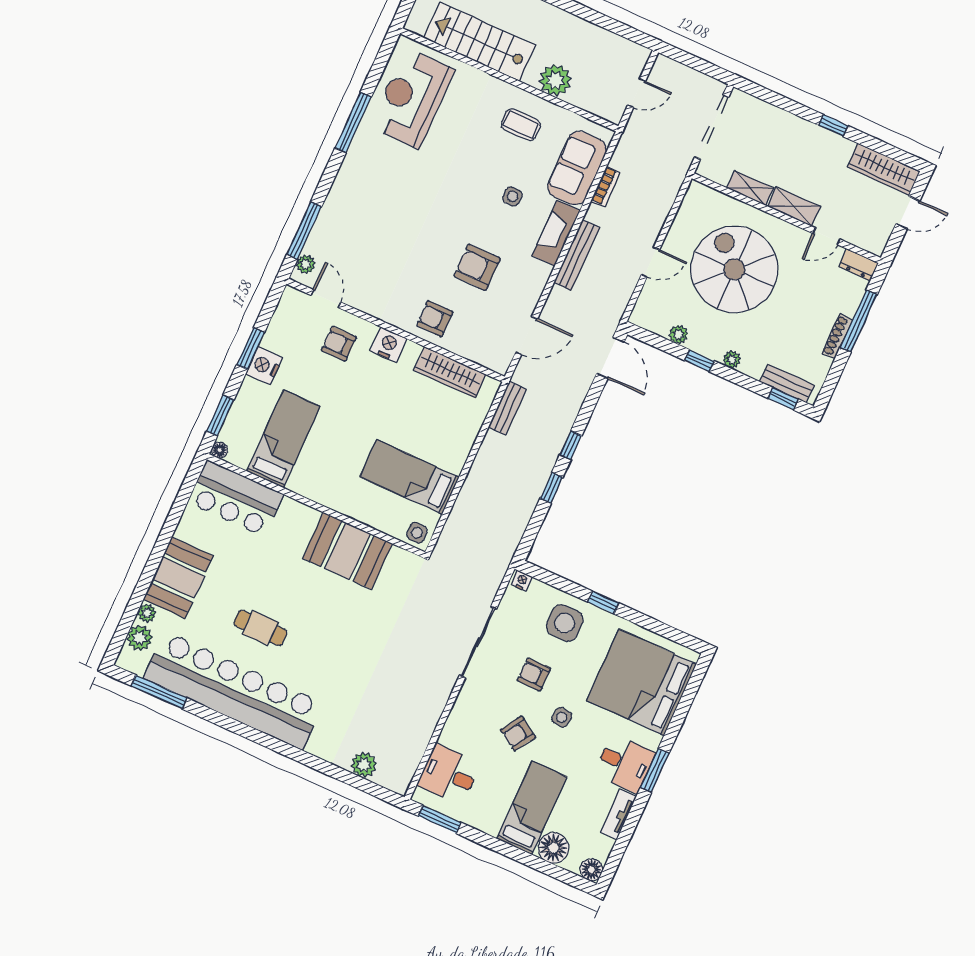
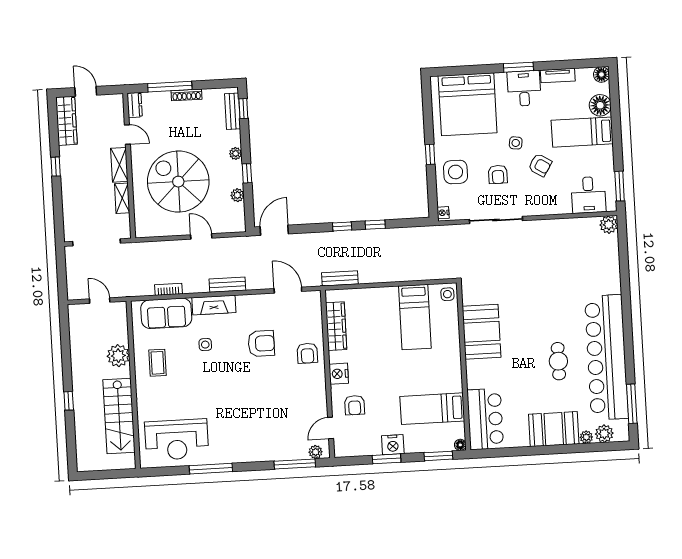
bench: (577, 255) -> (227, 285), width x0.73
armchair: (477, 267) -> (261, 344), turned -90
spiral stairs: (734, 269) -> (178, 182), turned 90
plant: (364, 765) -> (609, 225), moved

